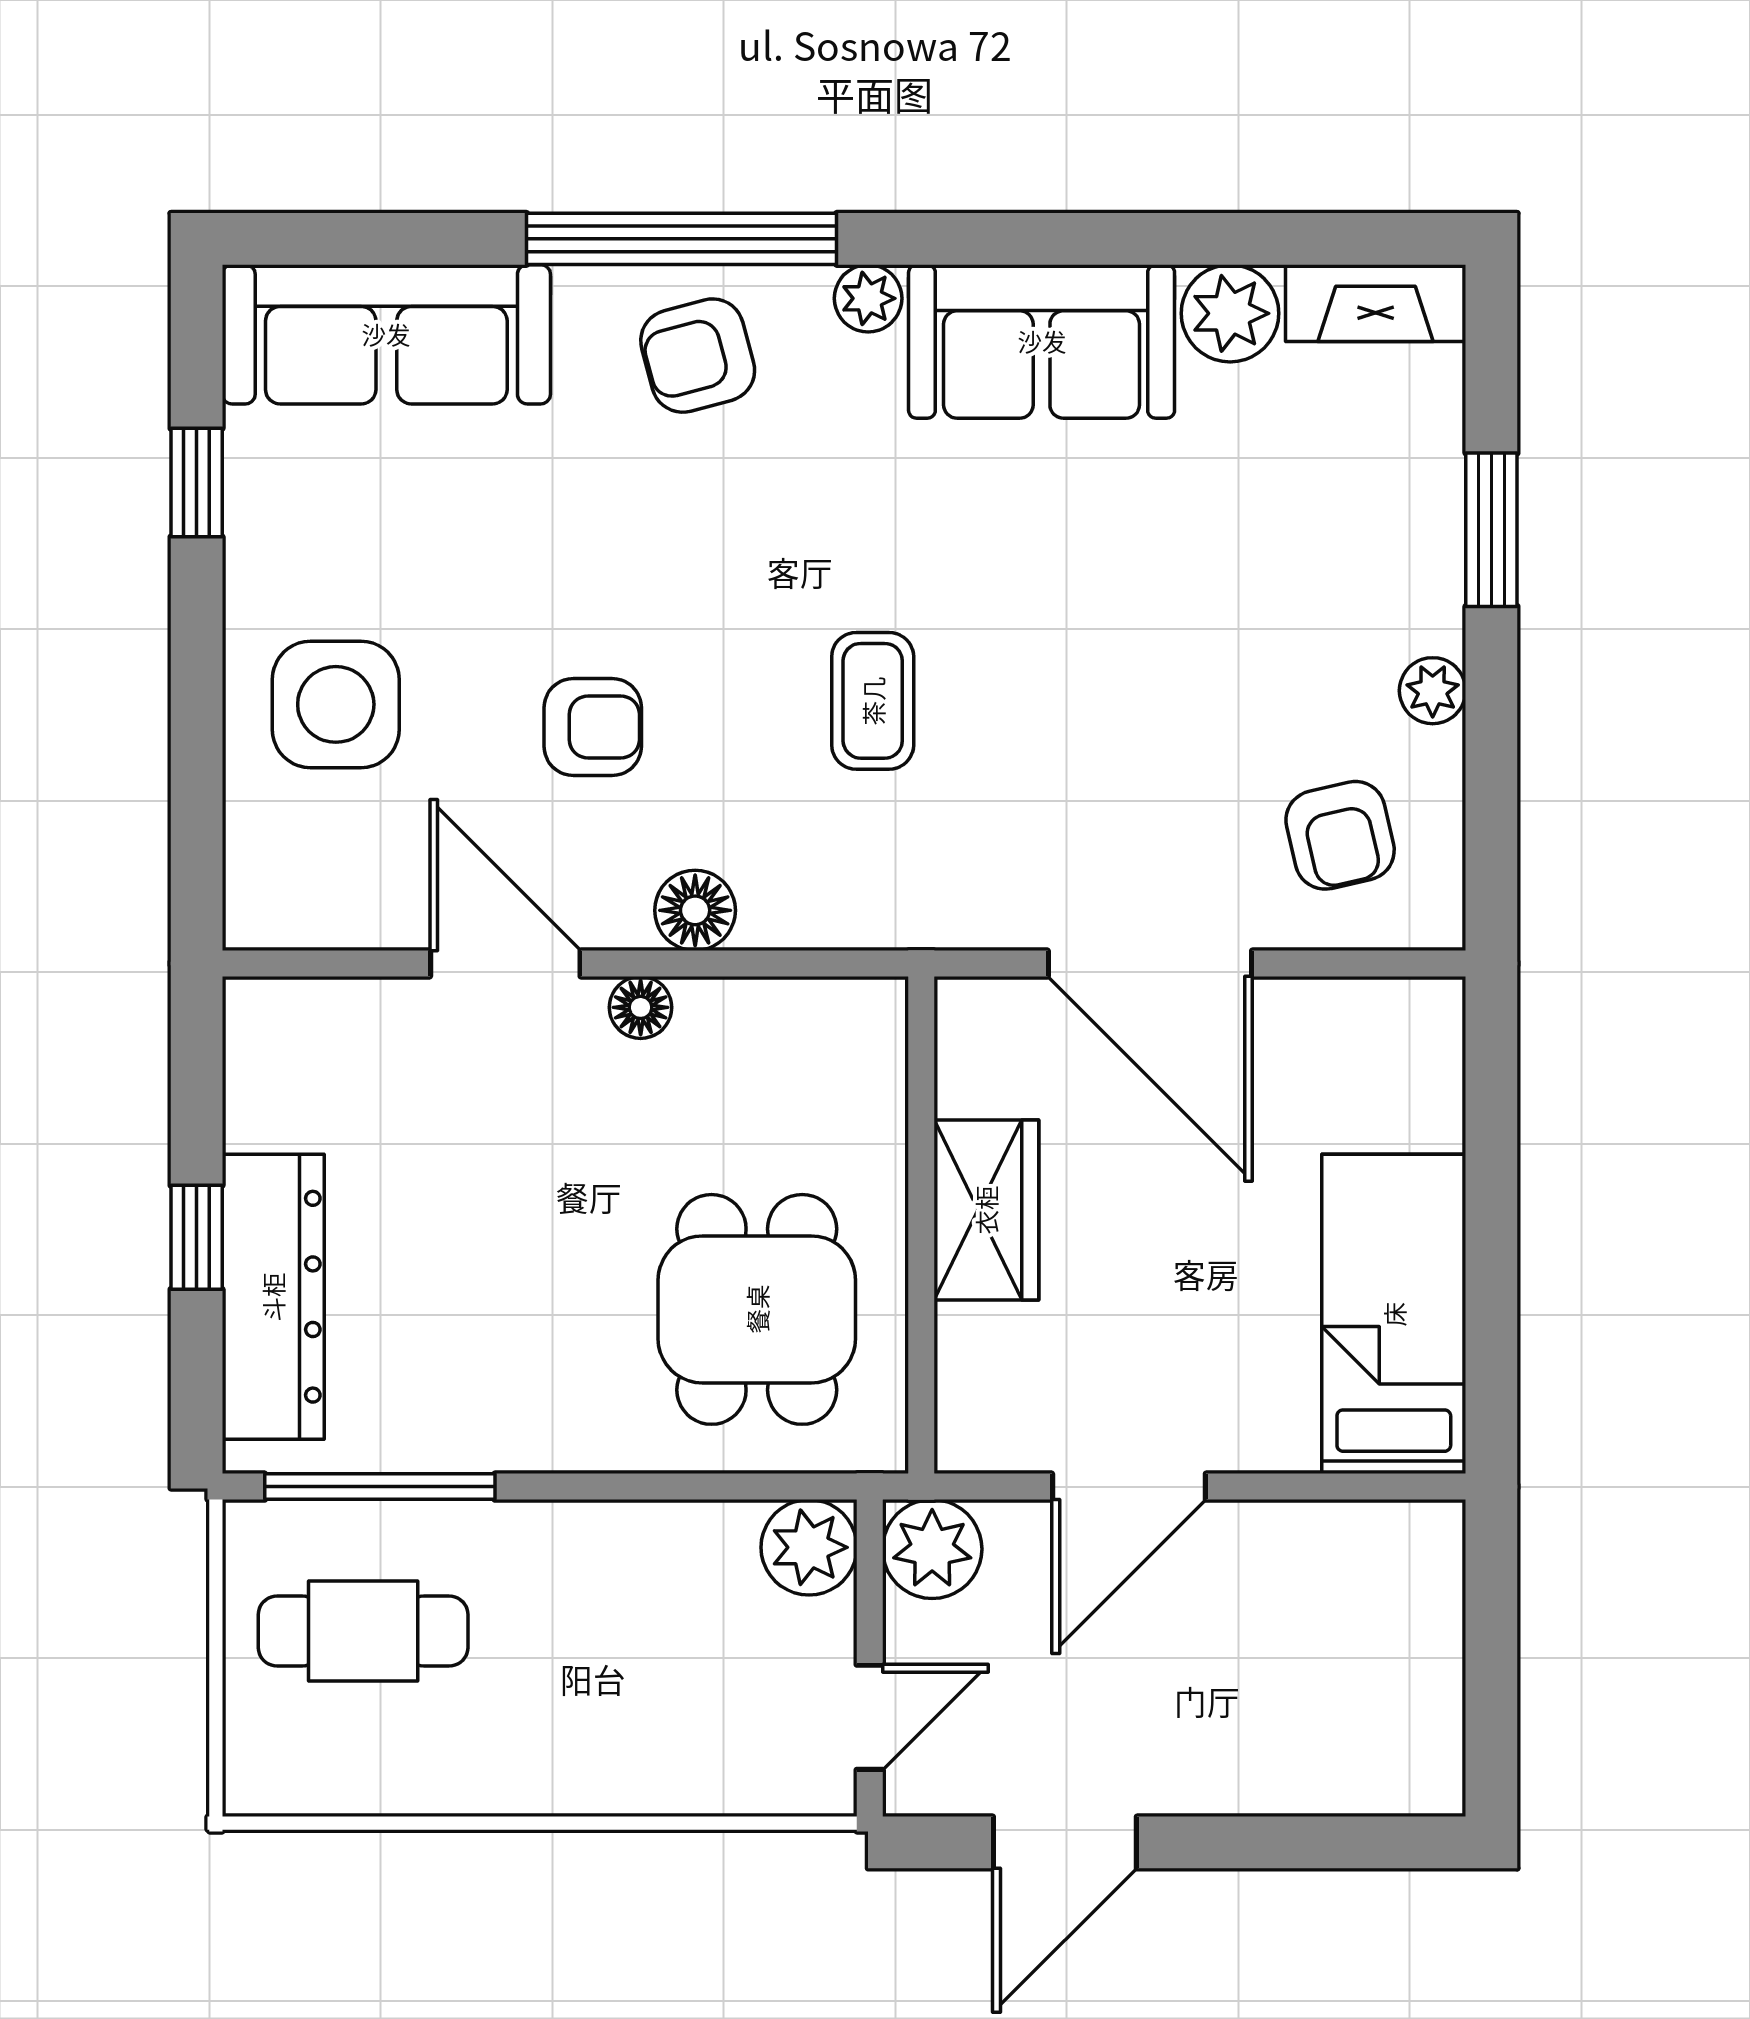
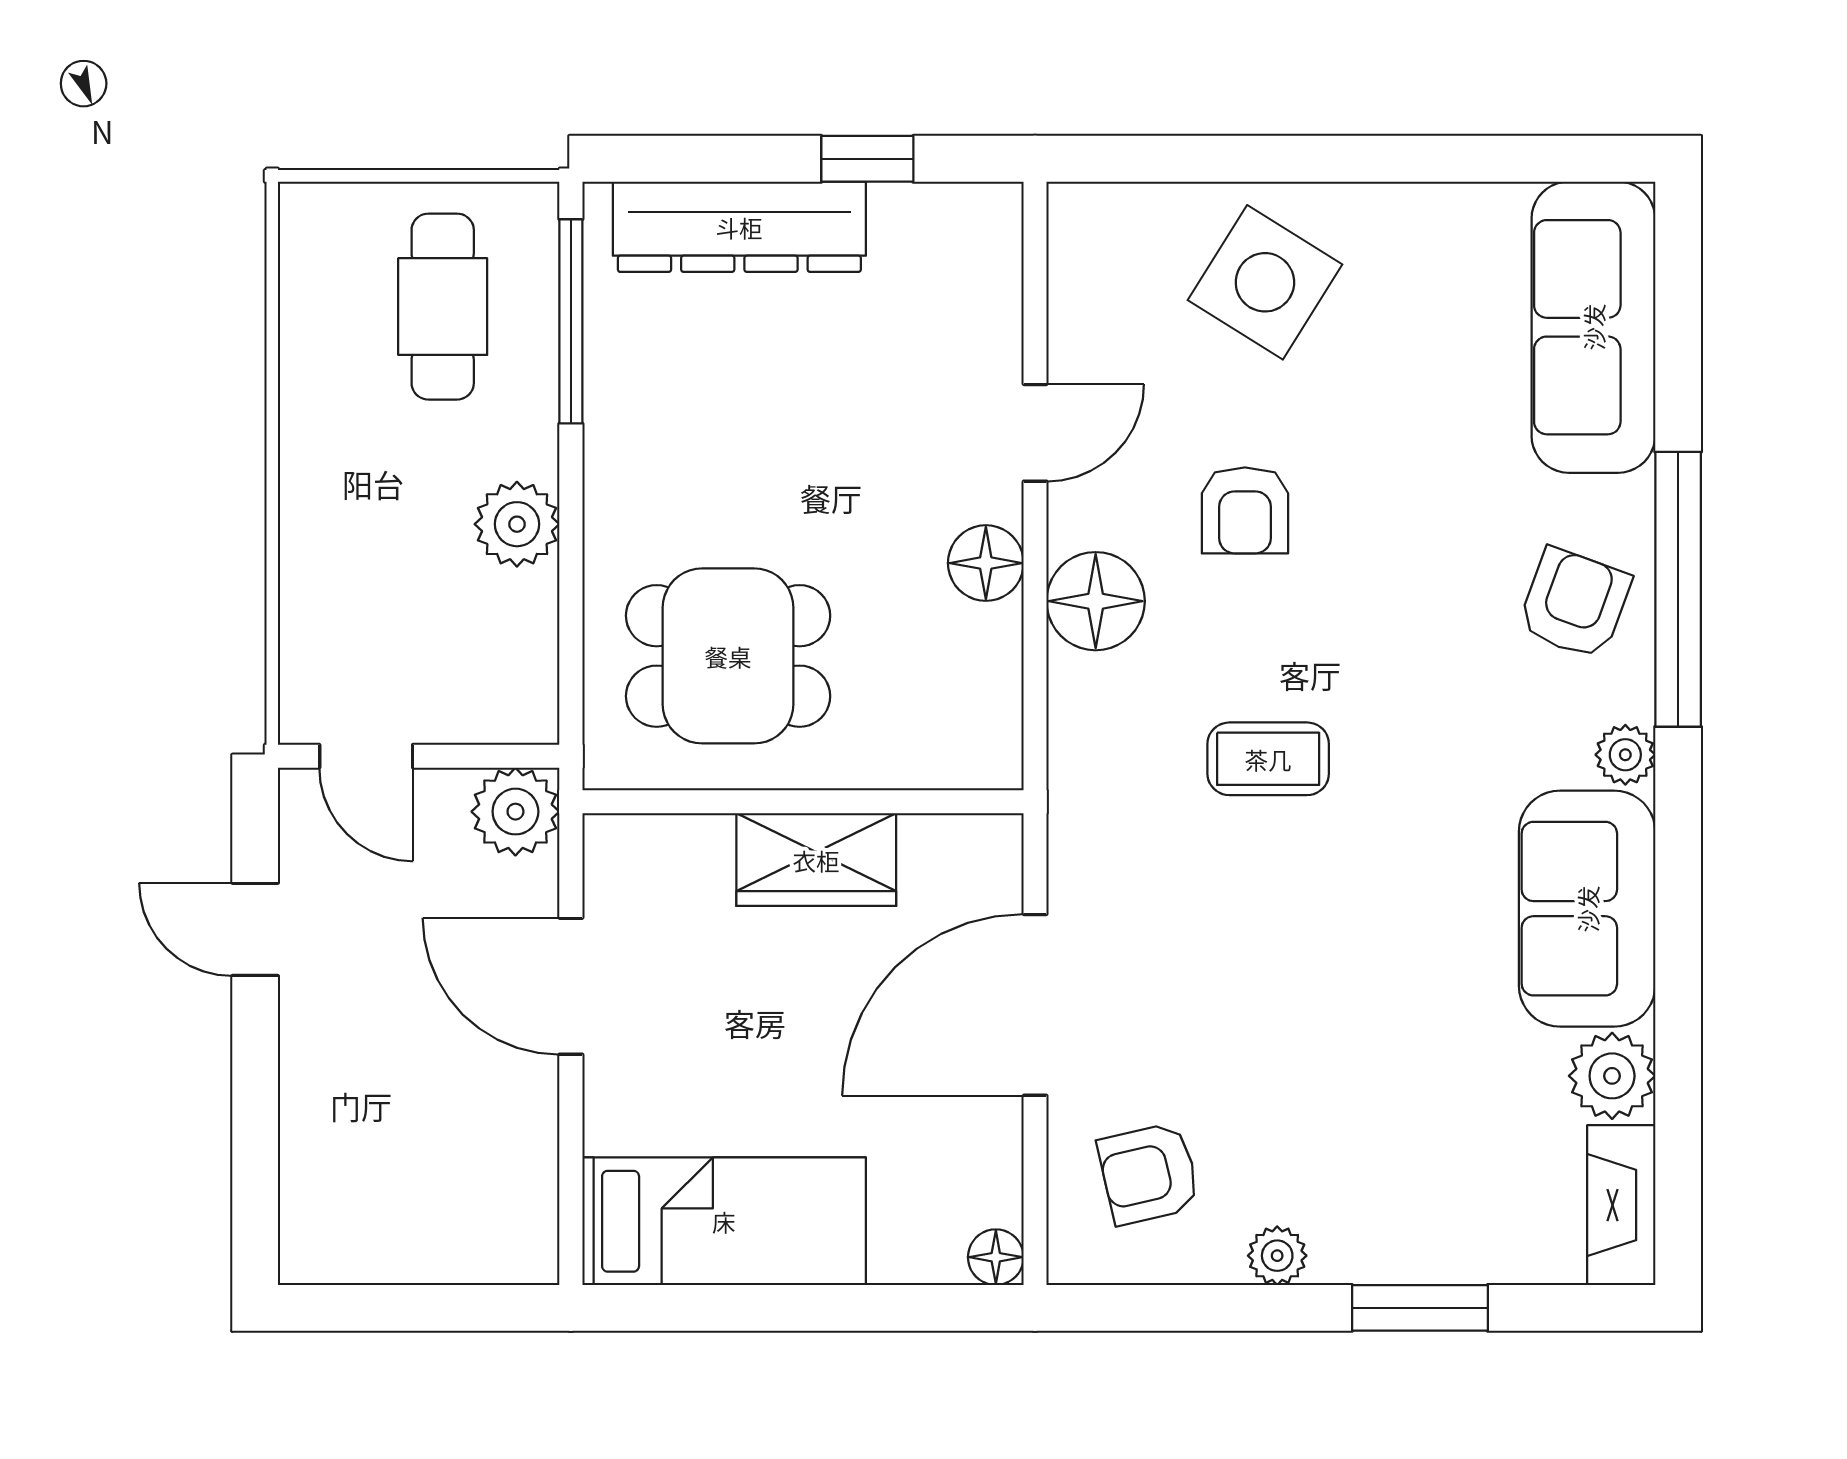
armchair: (698, 356) -> (1575, 603), turned 35
window: (197, 483) -> (1462, 159), removed
side table: (336, 704) -> (1265, 282), turned 32
floor lamp: (695, 910) -> (1096, 601), width x1.38, depth x1.38
door: (505, 963) -> (1035, 433), width x0.73
floor lamp: (641, 1007) -> (986, 563), width x1.37, depth x1.37
floor lamp: (1434, 1008) -> (996, 1257), added
window: (197, 1237) -> (867, 159), moved
plant: (809, 1547) -> (517, 524), moved
door: (1065, 1842) -> (255, 929), width x0.73

